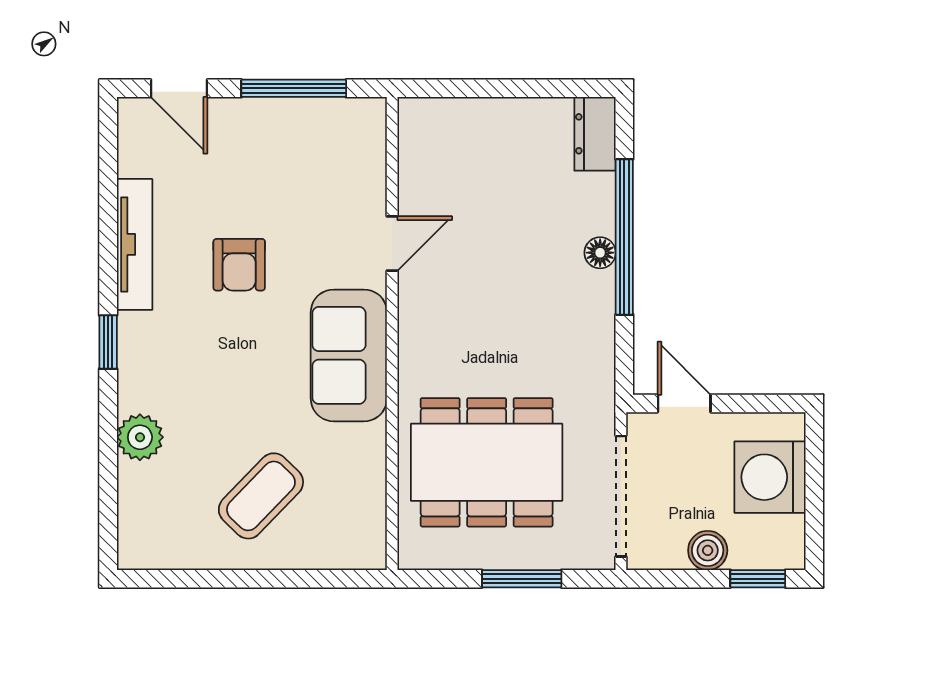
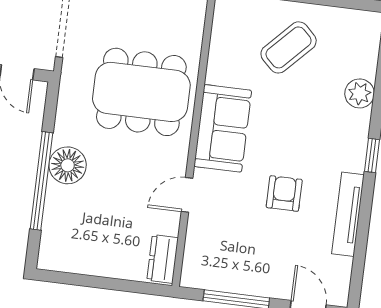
dresser: (595, 134) -> (163, 259), moved, turned 180
floor lamp: (600, 253) -> (68, 165), width x1.89, depth x1.89
dining table: (487, 462) -> (141, 92), moved

